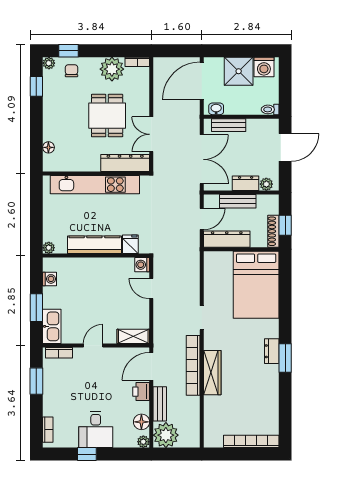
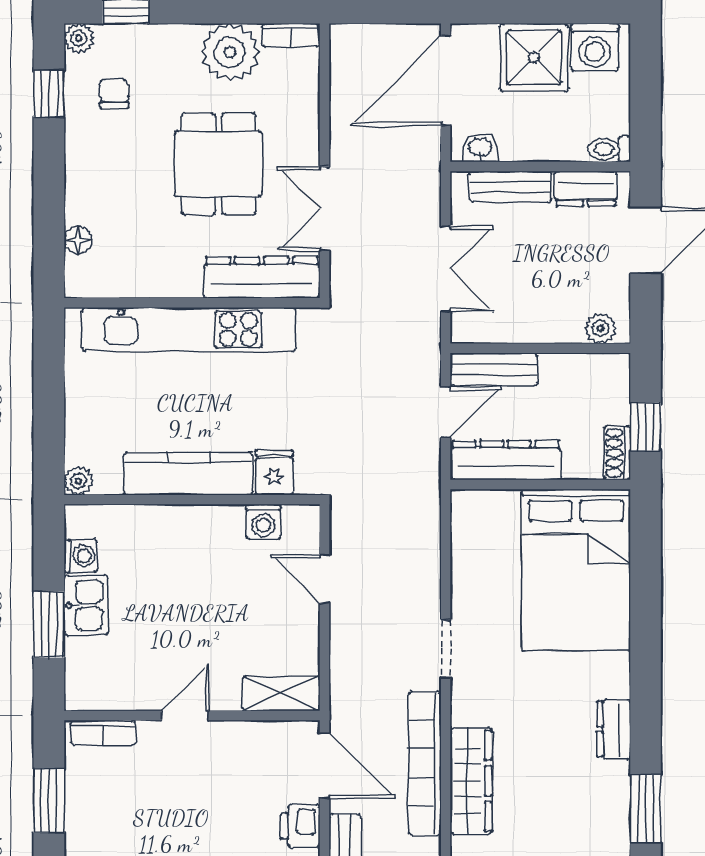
chair: (72, 71) -> (114, 93), moved
double door: (202, 159) -> (446, 269), width x0.73
dresser: (246, 183) -> (586, 189), moved, turned 180
bench: (238, 201) -> (494, 369), moved
shoe rack: (273, 231) -> (617, 453), width x0.70
washing machine: (142, 265) -> (263, 522), moved, turned -90
kitchen sink: (52, 326) -> (86, 605), moved, width x0.73
window: (285, 358) -> (646, 808), moved
door: (151, 366) -> (325, 765), swing flipped

